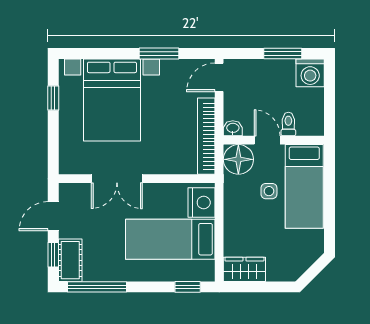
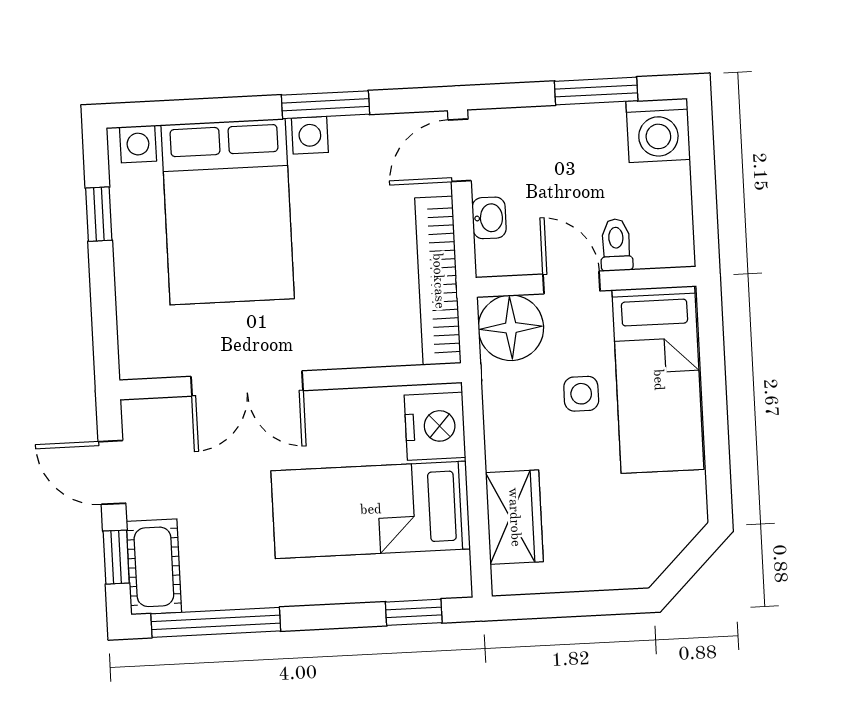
washbasin: (233, 128) -> (489, 218), moved, turned 90
door: (53, 216) -> (112, 472), hinge flipped
wardrobe: (244, 269) -> (514, 517), moved, turned 90

